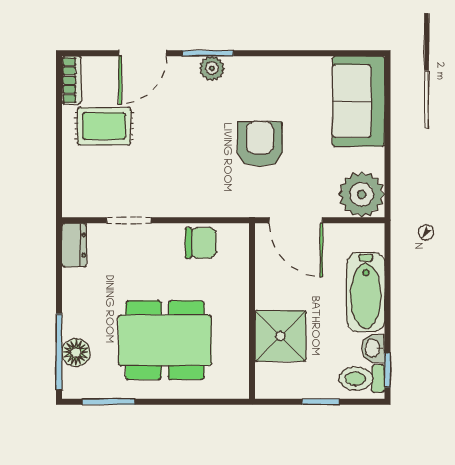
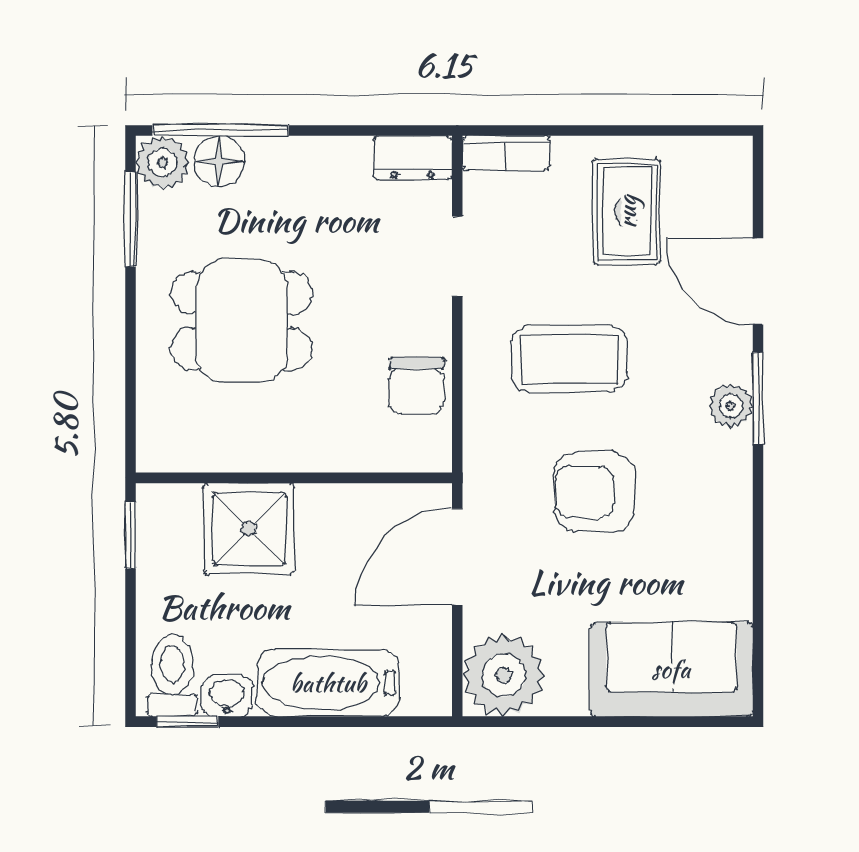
bookcase: (72, 80) -> (506, 153), moved
armchair: (260, 144) -> (595, 492), turned 180
coffee table: (186, 158) -> (569, 359), added
dining table: (165, 340) -> (241, 321), width x0.73
plant: (77, 384) -> (163, 162), added
window: (321, 402) -> (131, 535), moved

